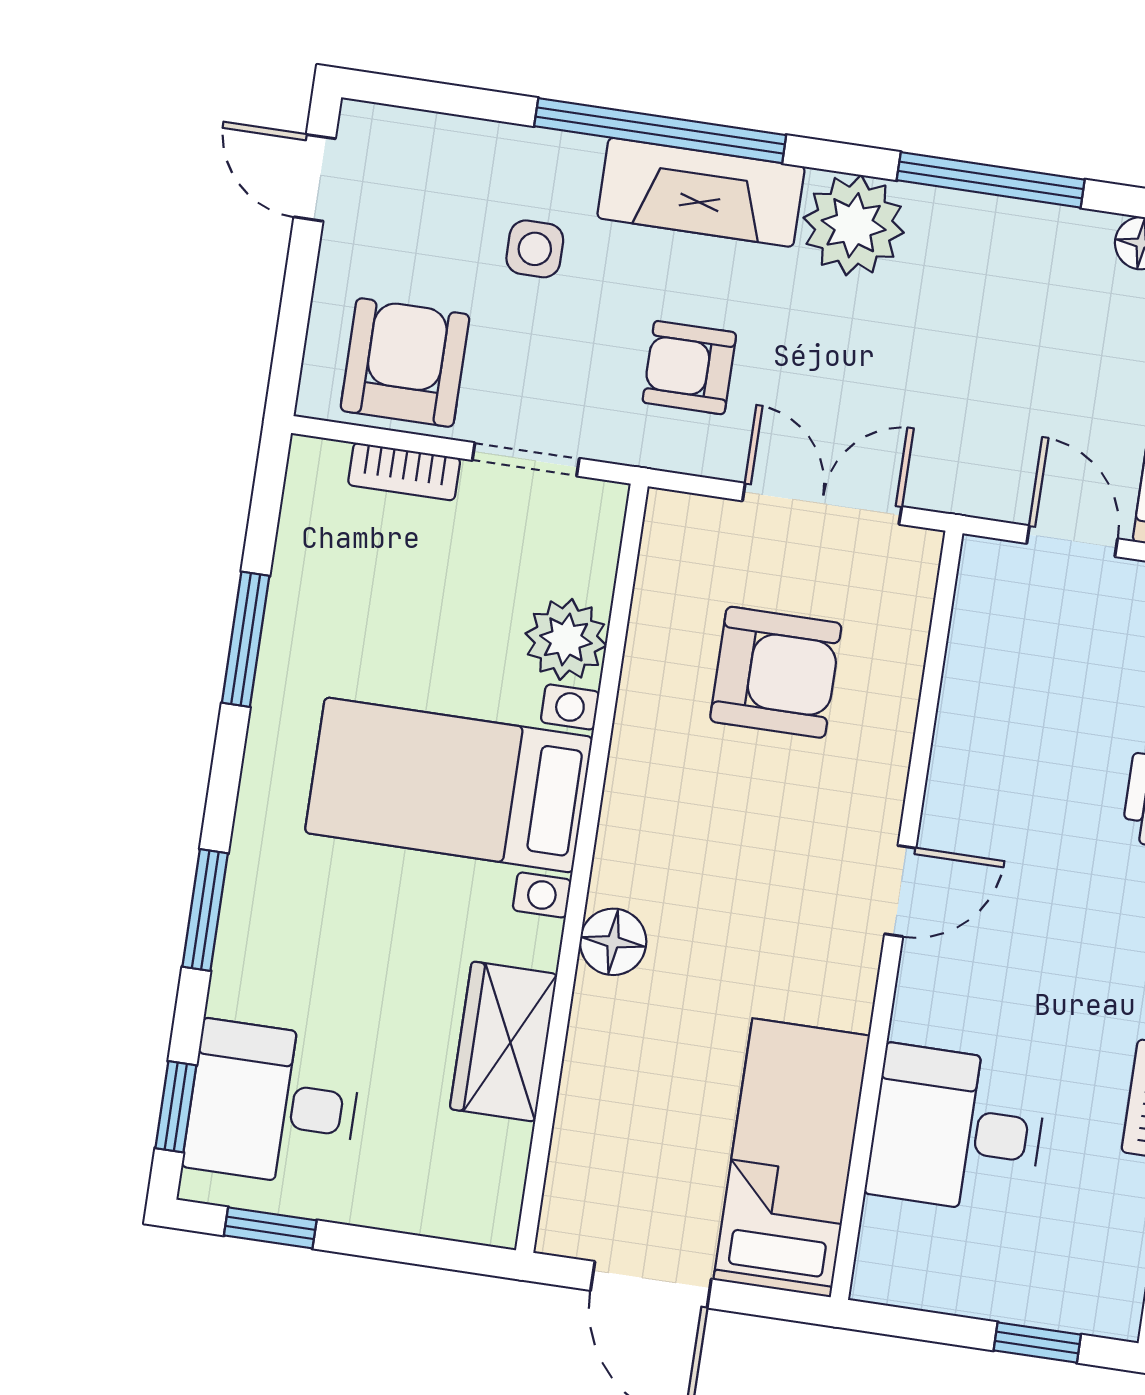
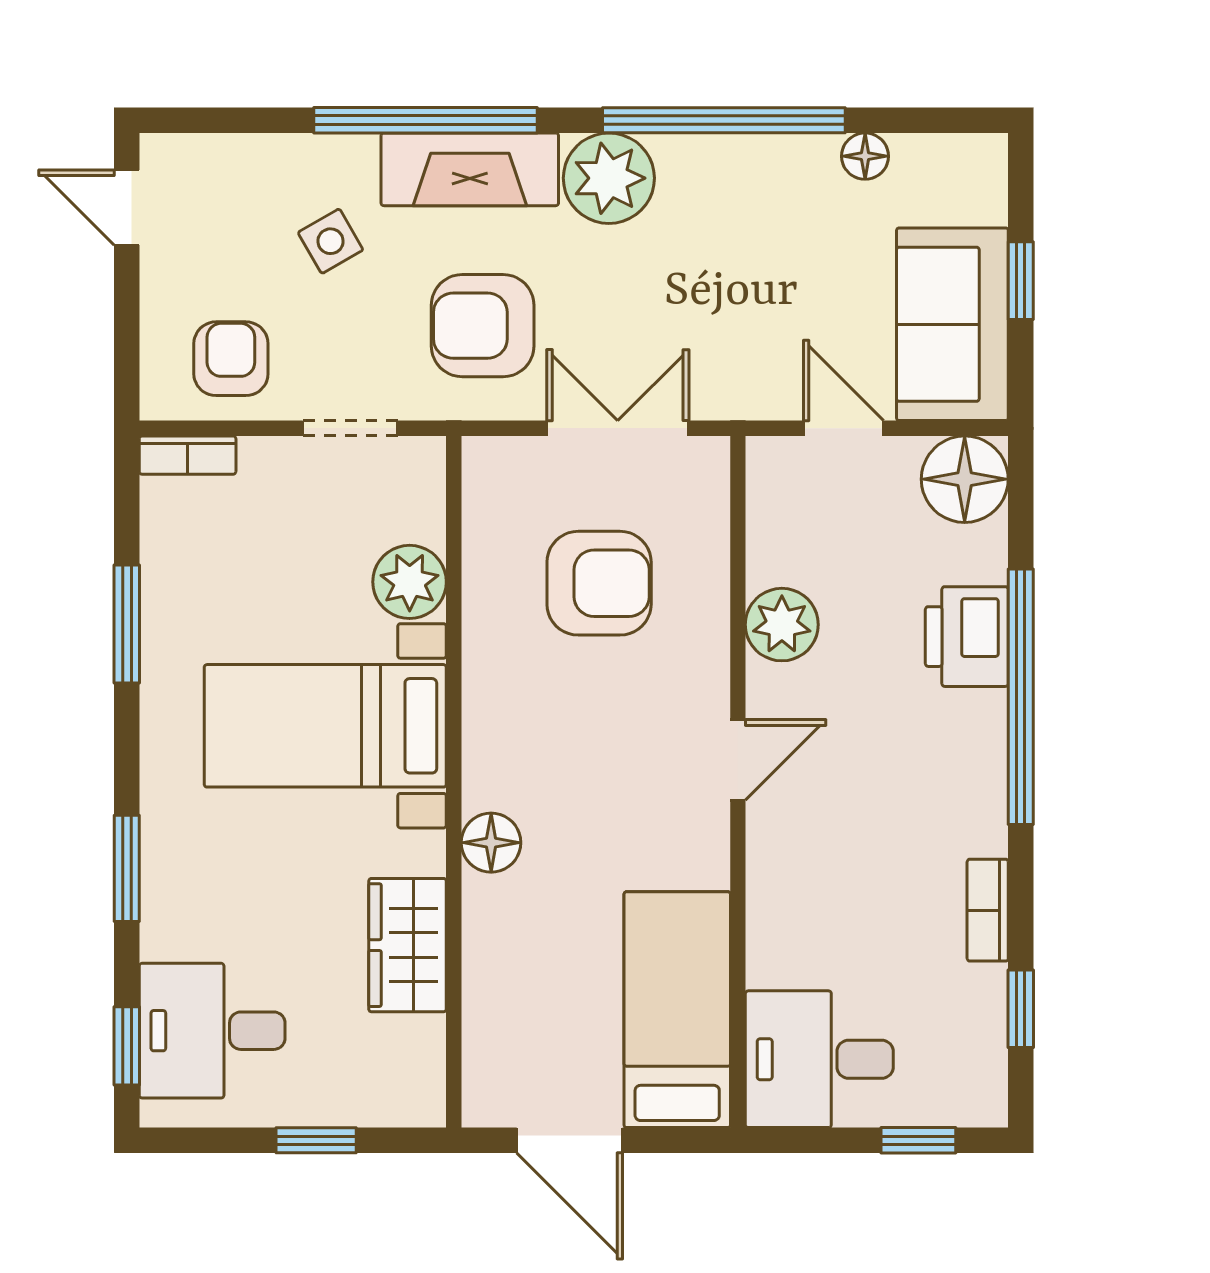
window: (991, 180) -> (724, 120), width x1.46
side table: (535, 249) -> (331, 241), turned -30
armchair: (405, 363) -> (231, 359), width x0.72, depth x0.72
armchair: (689, 368) -> (483, 326), width x1.38, depth x1.38
bookcase: (404, 472) -> (188, 455), moved
plant: (971, 748) -> (782, 625), added
desk: (957, 1130) -> (819, 1059), moved
window: (270, 1228) -> (316, 1140), moved

